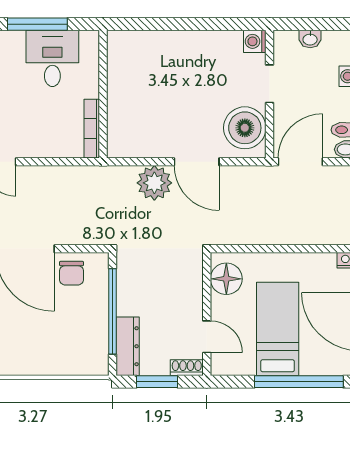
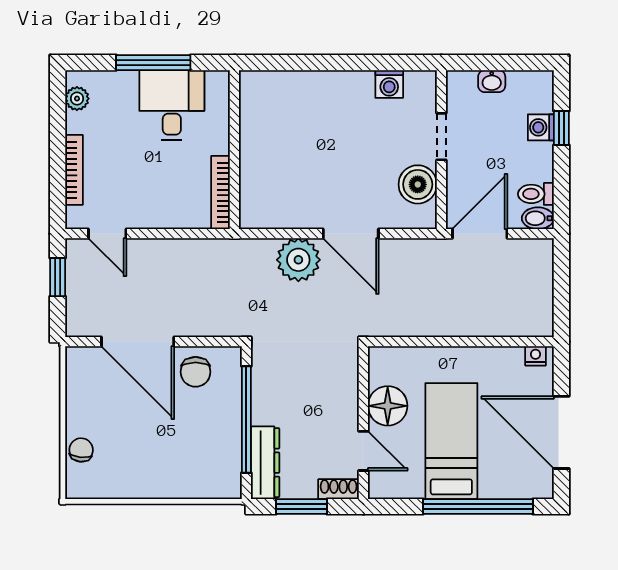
washing machine: (255, 41) -> (389, 84), moved, turned -90
boiler: (245, 128) -> (418, 184), width x0.73, depth x0.73
floor lamp: (226, 279) -> (388, 406), moved

